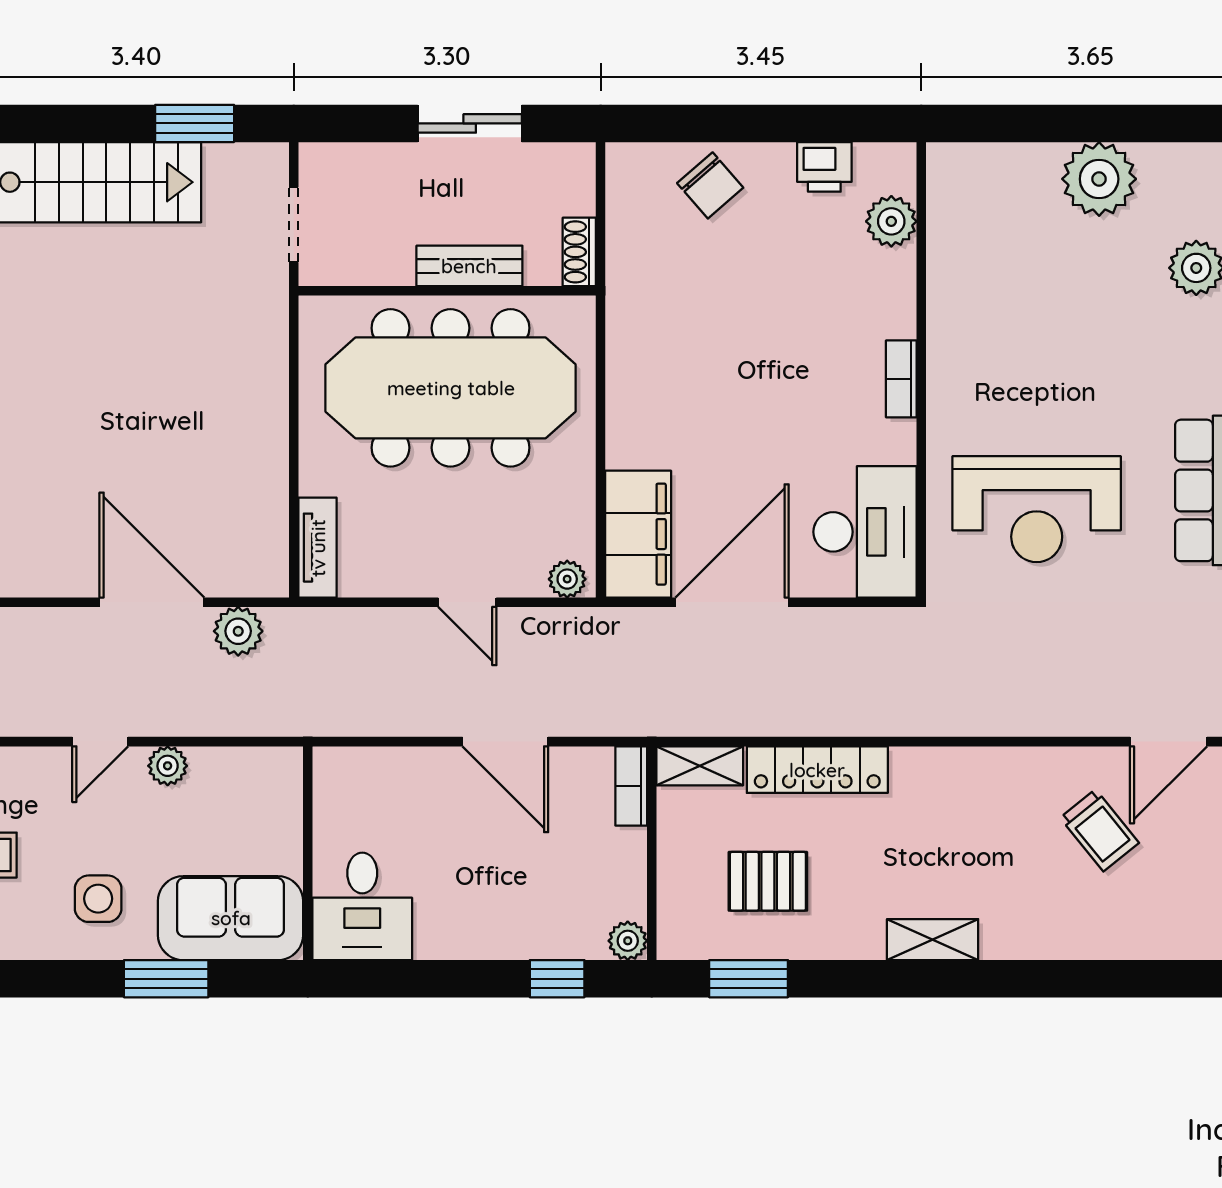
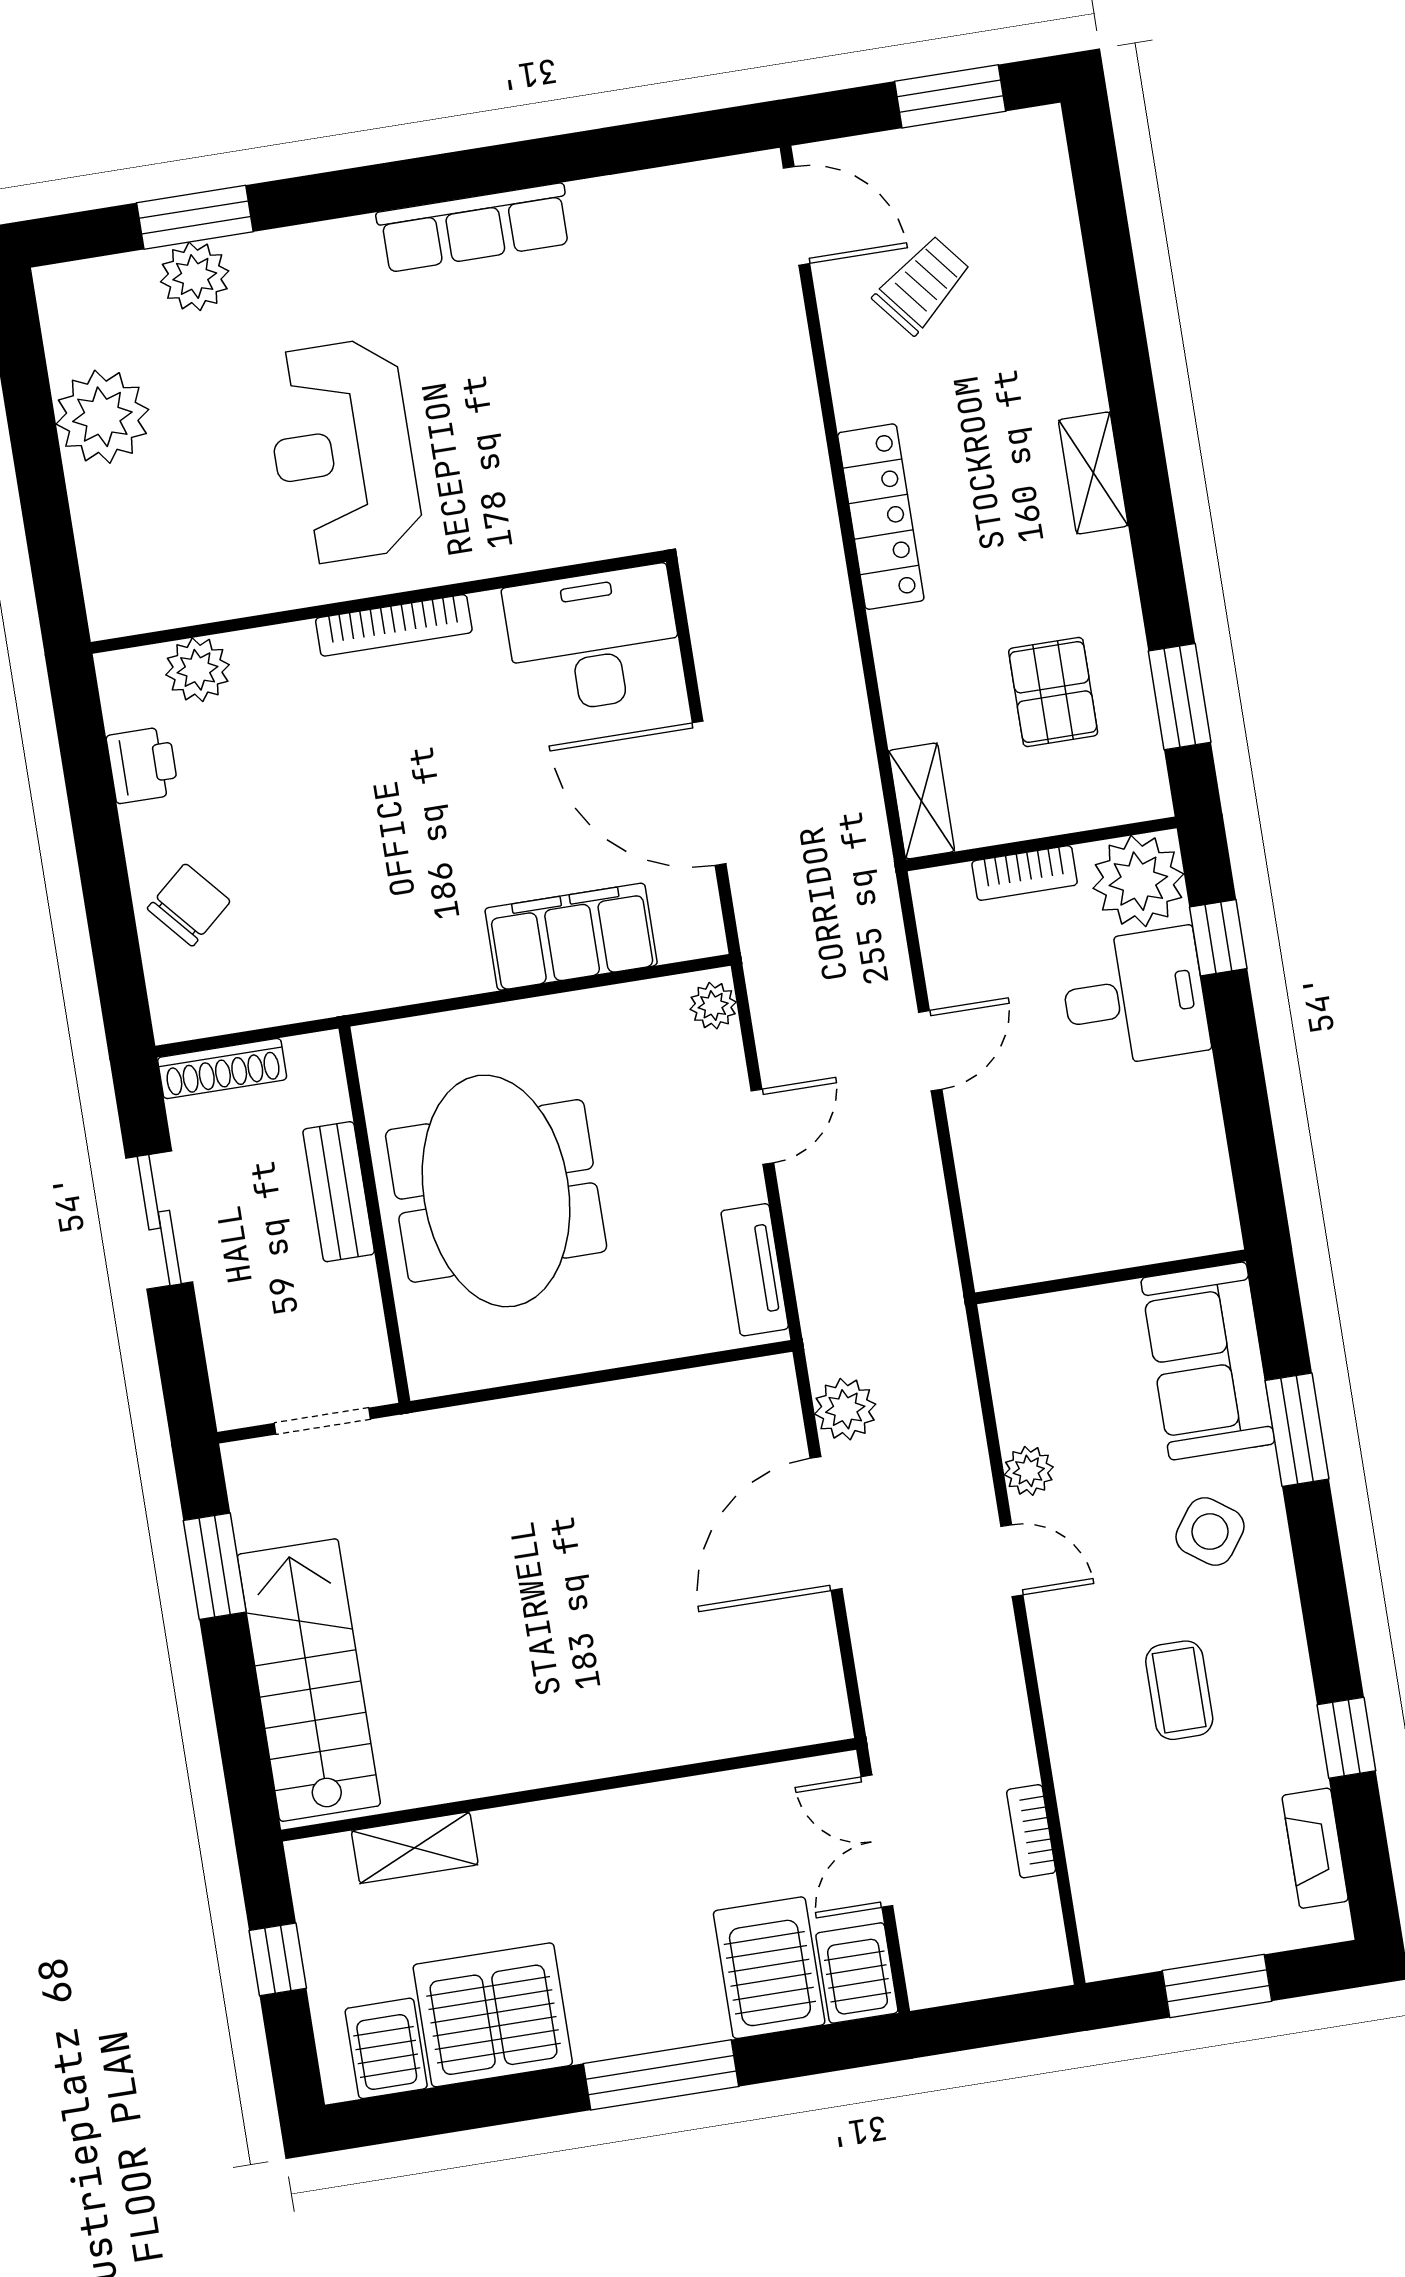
shoe rack: (579, 252) -> (222, 1069), moved, width x1.43
bookcase: (901, 379) -> (394, 625), width x1.56
meeting table: (451, 388) -> (496, 1191), width x0.73
reception desk: (1037, 509) -> (343, 452), moved, turned 180
filing cabinet: (638, 534) -> (571, 937), moved
tv unit: (318, 548) -> (755, 1270), moved, turned -90
door: (505, 742) -> (930, 1051), width x0.73
locker: (817, 770) -> (881, 517), moved
bookcase: (631, 786) -> (1025, 873), moved
side table: (98, 899) -> (1210, 1532), turned 36
desk: (362, 906) -> (1134, 998), moved
plant: (628, 941) -> (1138, 881), width x1.87, depth x1.87

